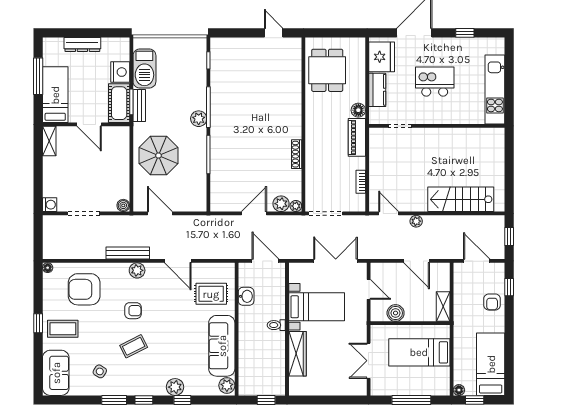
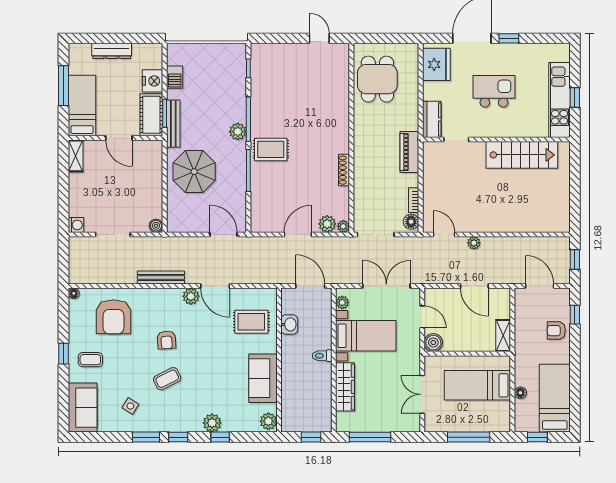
window: (465, 33) -> (509, 38), moved
barbecue: (144, 69) -> (175, 77), width x0.53, depth x0.65
window: (509, 87) -> (575, 98), added
kitchen counter: (377, 90) -> (432, 119), moved
bench: (139, 106) -> (173, 124), width x1.36
floor lamp: (358, 110) -> (411, 222), moved
rug: (229, 135) -> (271, 149), added
stairs: (461, 199) -> (522, 155), moved, turned 180
door: (160, 213) -> (224, 234), moved
plant: (137, 270) -> (191, 296), moved
plant: (295, 276) -> (342, 302), added
armchair: (84, 289) -> (113, 317), turned -90
armchair: (492, 302) -> (556, 331), turned 90
armchair: (133, 311) -> (166, 340), turned 86
boiler: (396, 313) -> (433, 343), moved
coffee table: (63, 329) -> (90, 360), width x0.73, depth x0.77
sofa: (222, 346) -> (263, 378), width x0.73
floor lamp: (459, 390) -> (520, 393), moved
window: (320, 400) -> (370, 437), added

